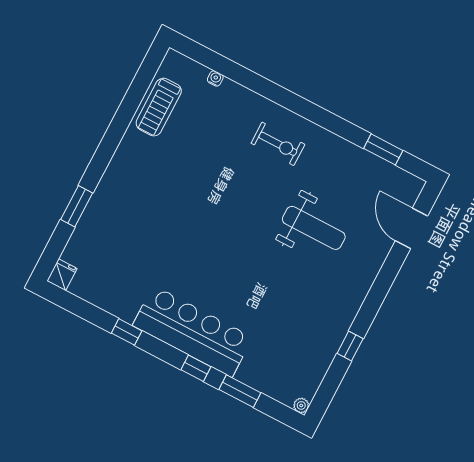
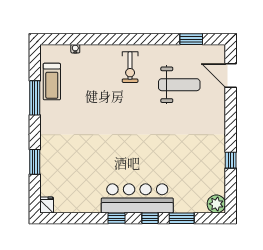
window: (123, 117) -> (35, 98), added
exercise bike: (278, 144) -> (130, 67), turned 90
weight bench: (314, 228) -> (179, 85), moved
window: (127, 332) -> (116, 218), moved
plant: (301, 405) -> (216, 204), width x1.88, depth x1.88

